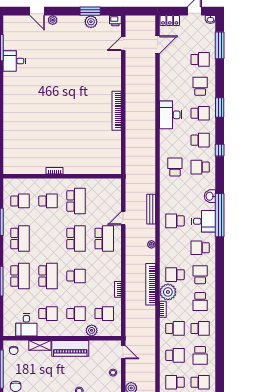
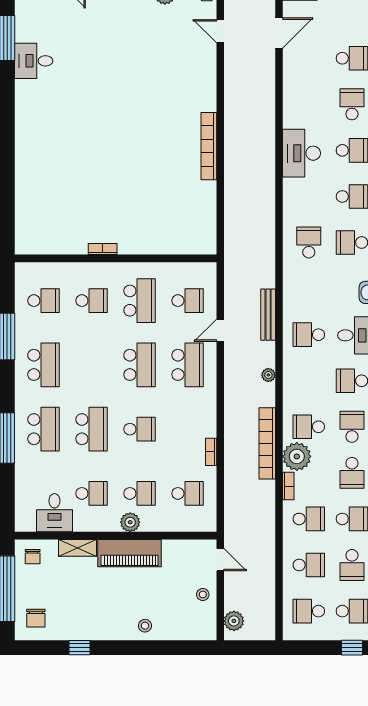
door: (123, 44) -> (220, 31), hinge flipped
school desk: (104, 201) -> (188, 301), added
plant: (92, 330) -> (130, 522), moved

